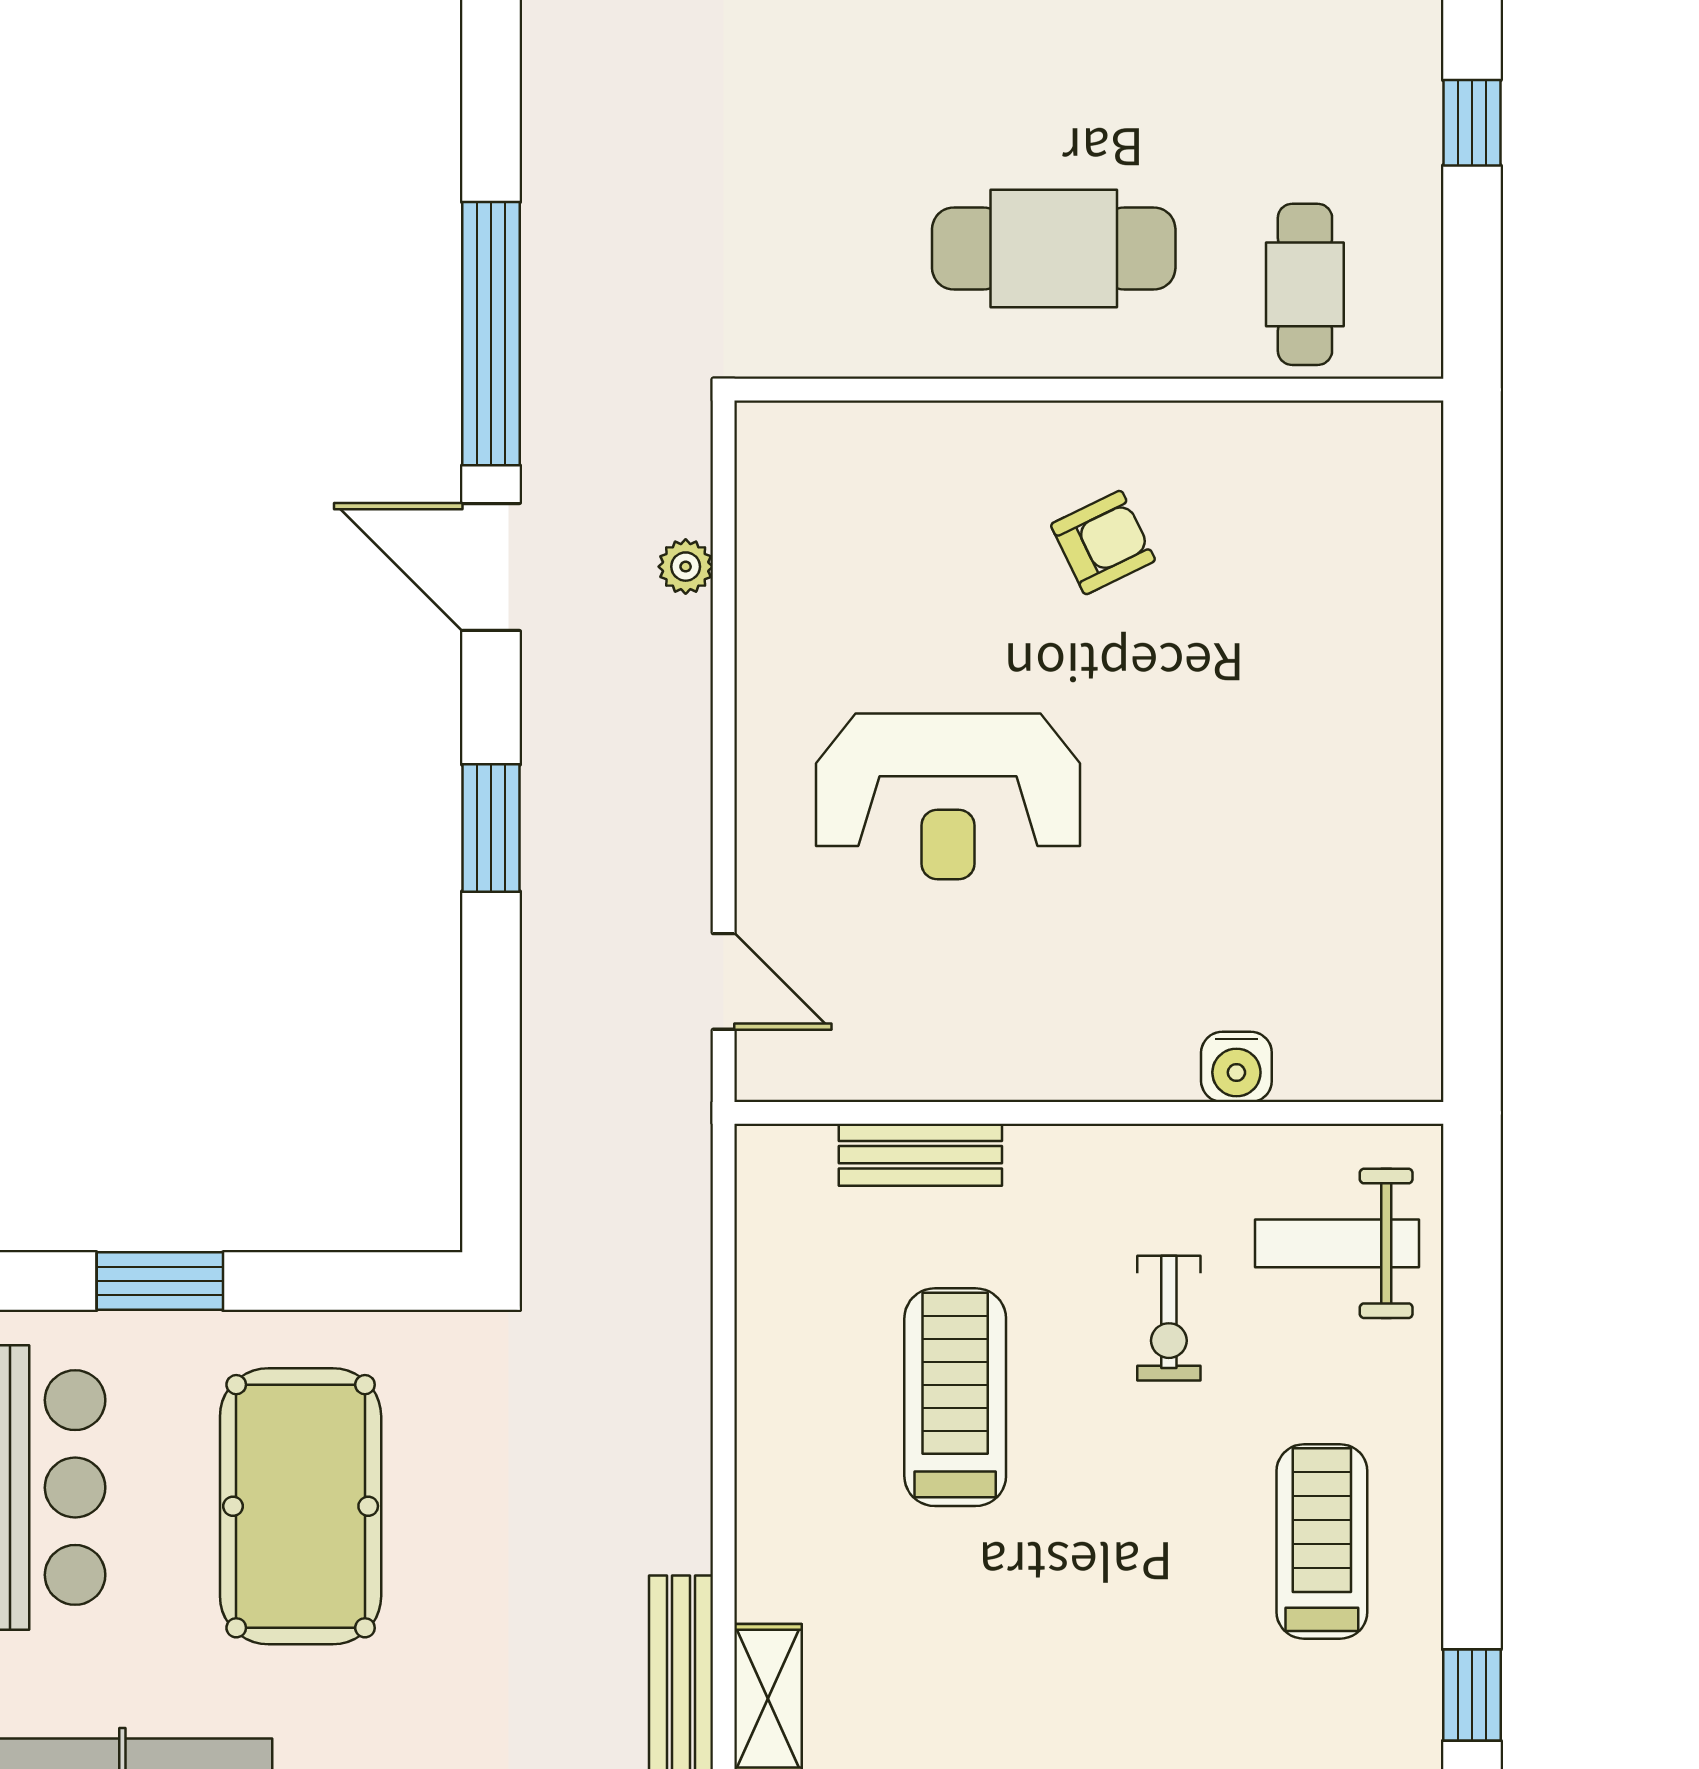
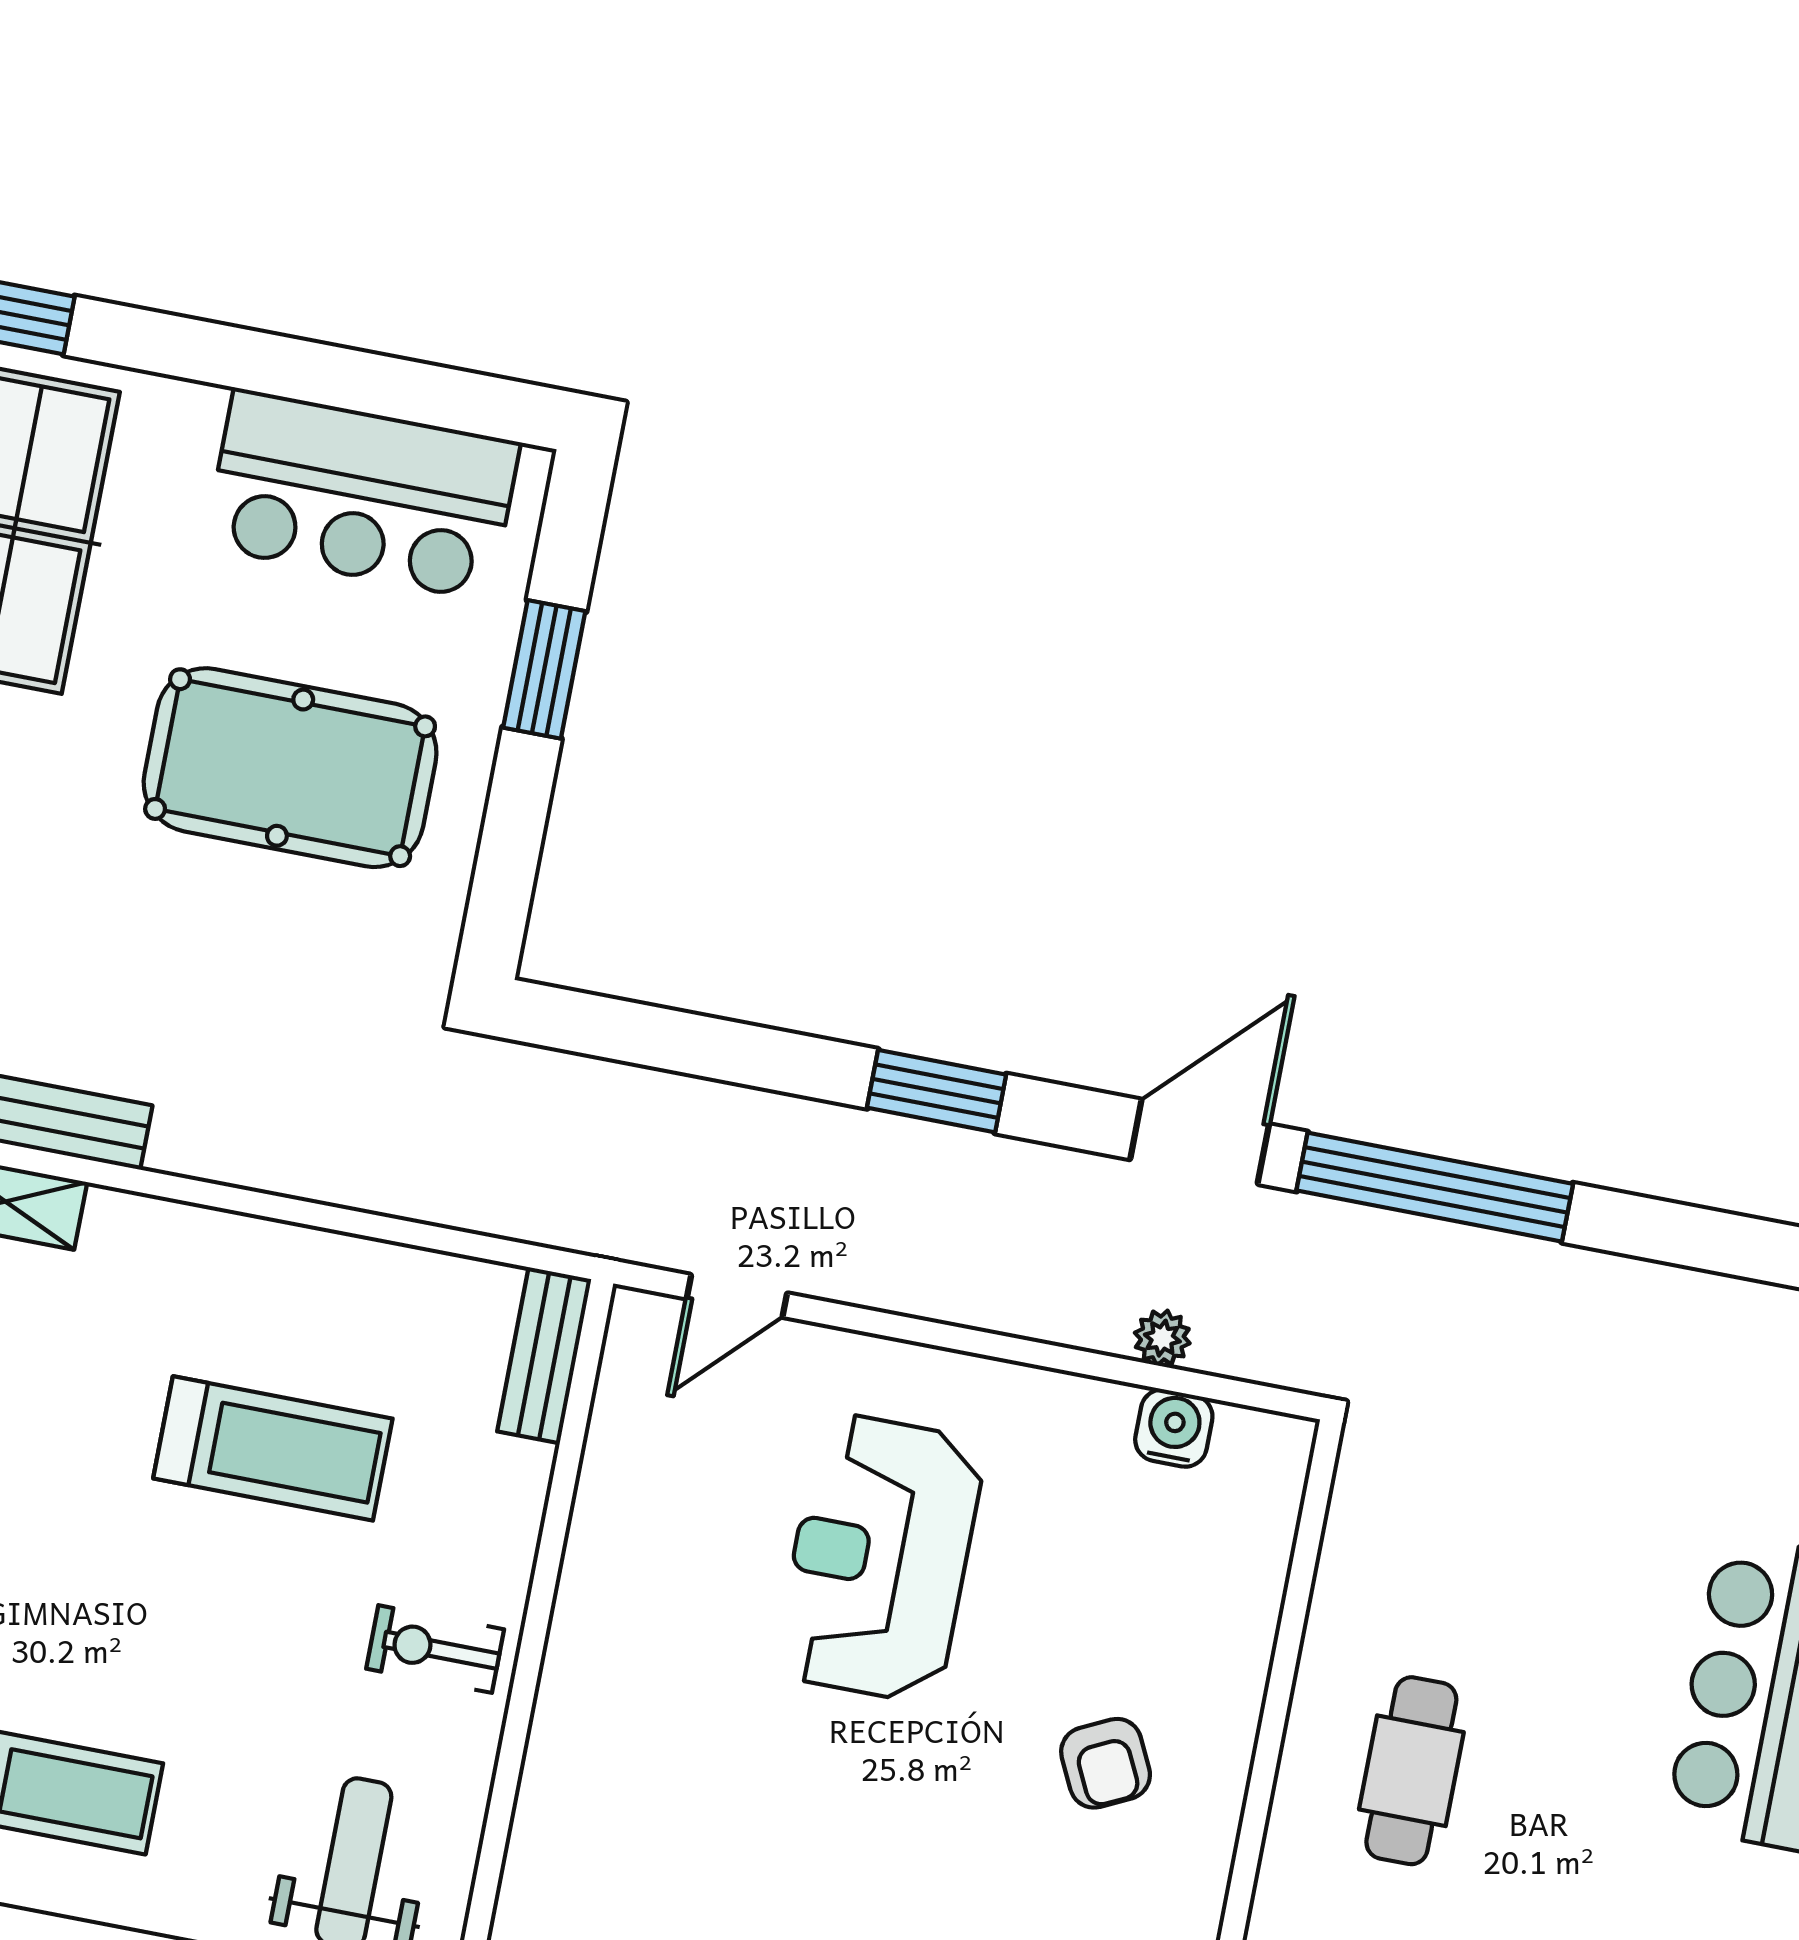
cafe table: (1054, 249) -> (1411, 1771), width x0.73, depth x0.74
water cooler: (1236, 1067) -> (1174, 1428), moved, turned 90
bench: (920, 1155) -> (544, 1355), moved
exercise bike: (1169, 1318) -> (435, 1649), moved

